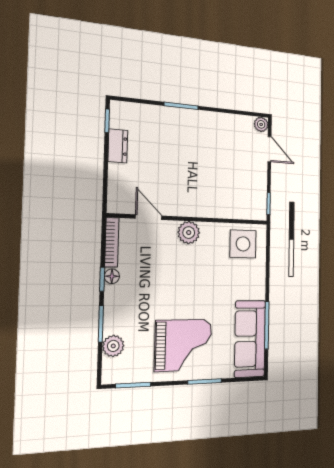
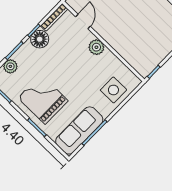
side table: (243, 244) -> (113, 90), moved
floor lamp: (112, 276) -> (40, 39), width x1.89, depth x1.89
grand piano: (183, 345) -> (43, 99), turned 180

